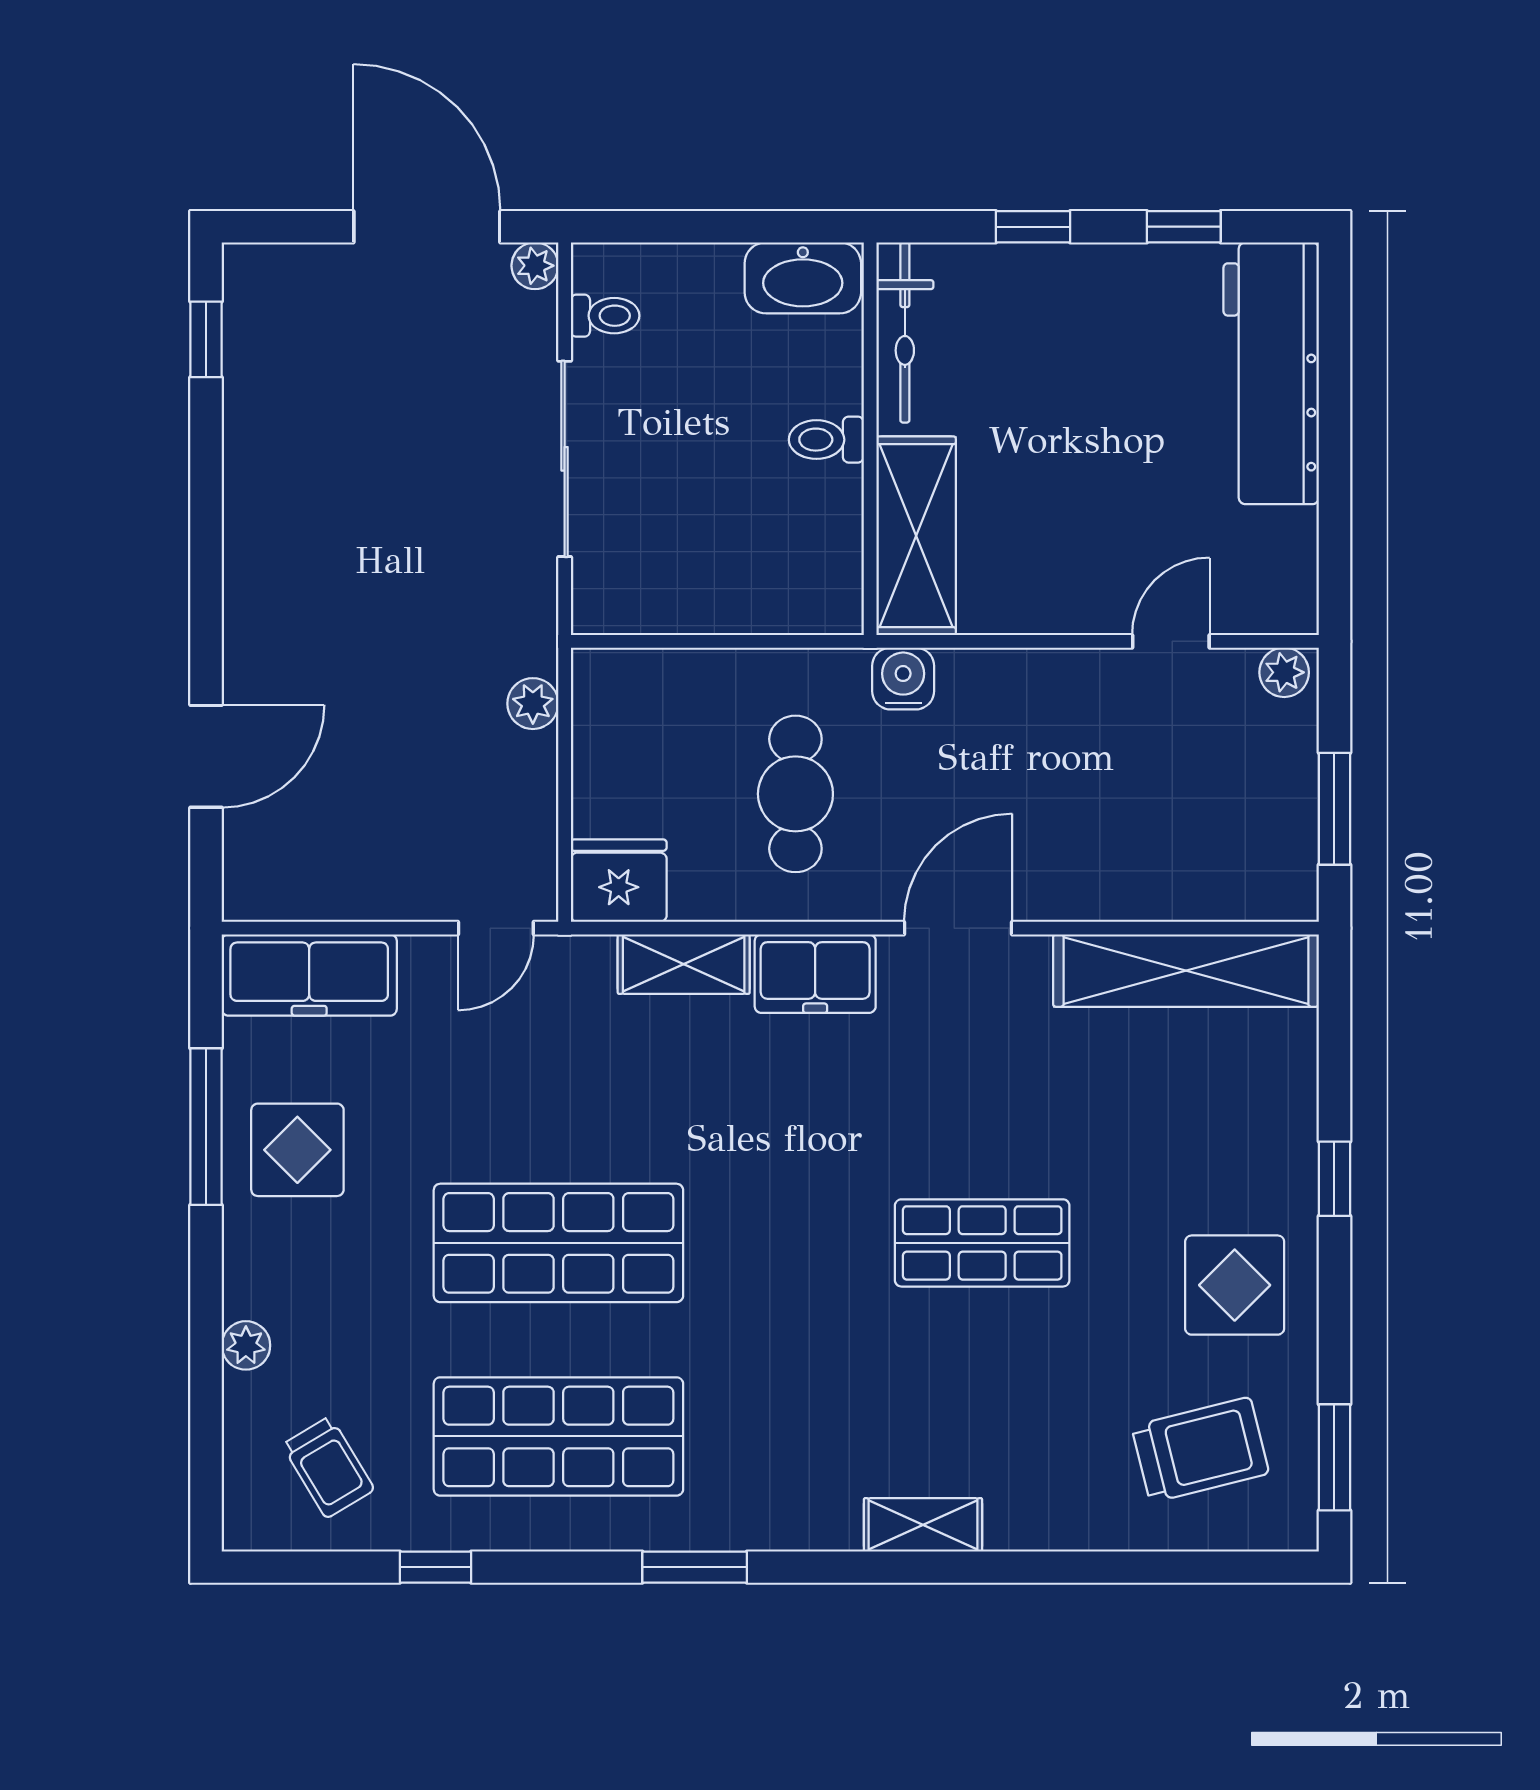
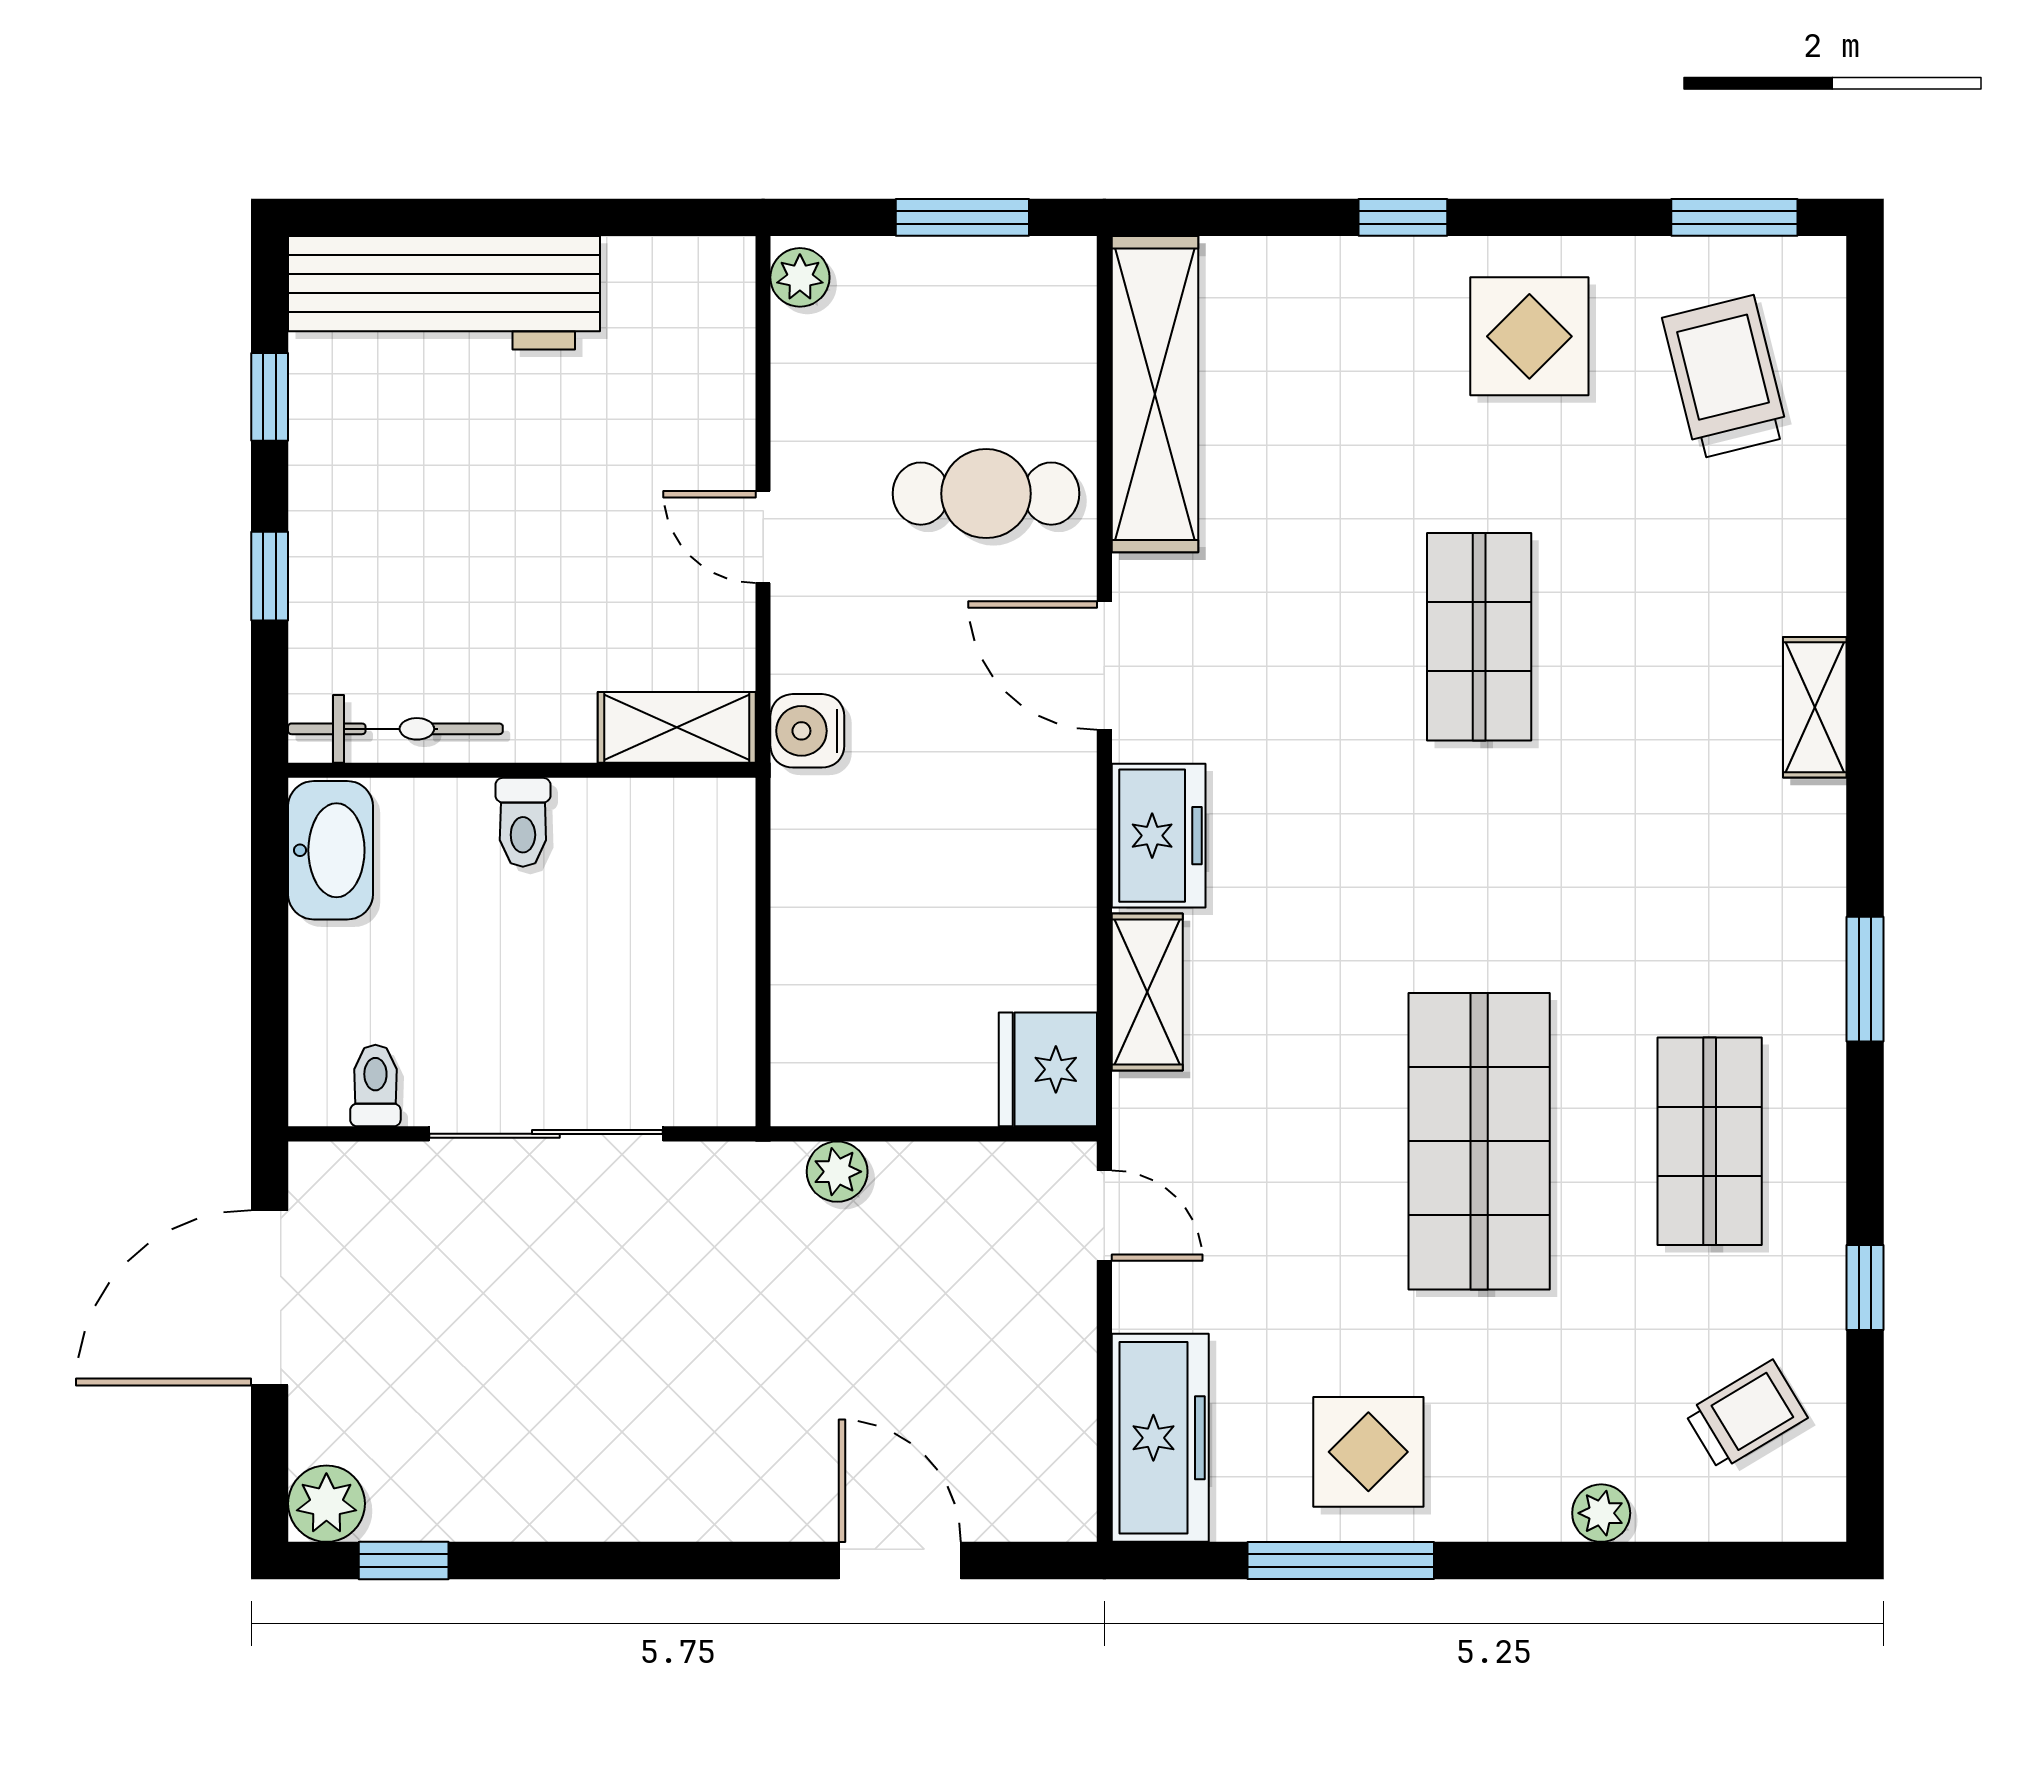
plant: (535, 266) -> (326, 1504), moved, width x1.38, depth x1.38
shelving: (916, 536) -> (677, 727), width x0.67, depth x0.75
door: (1171, 641) -> (763, 537), moved
cafe table: (795, 794) -> (986, 494), moved
shop shelf: (558, 1436) -> (1710, 1141), width x0.70, depth x0.74

